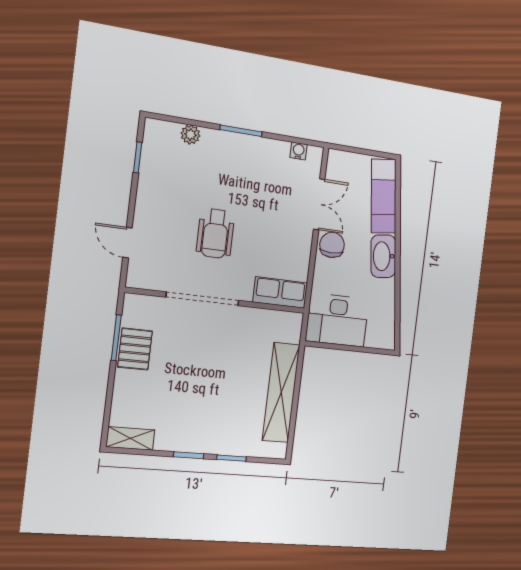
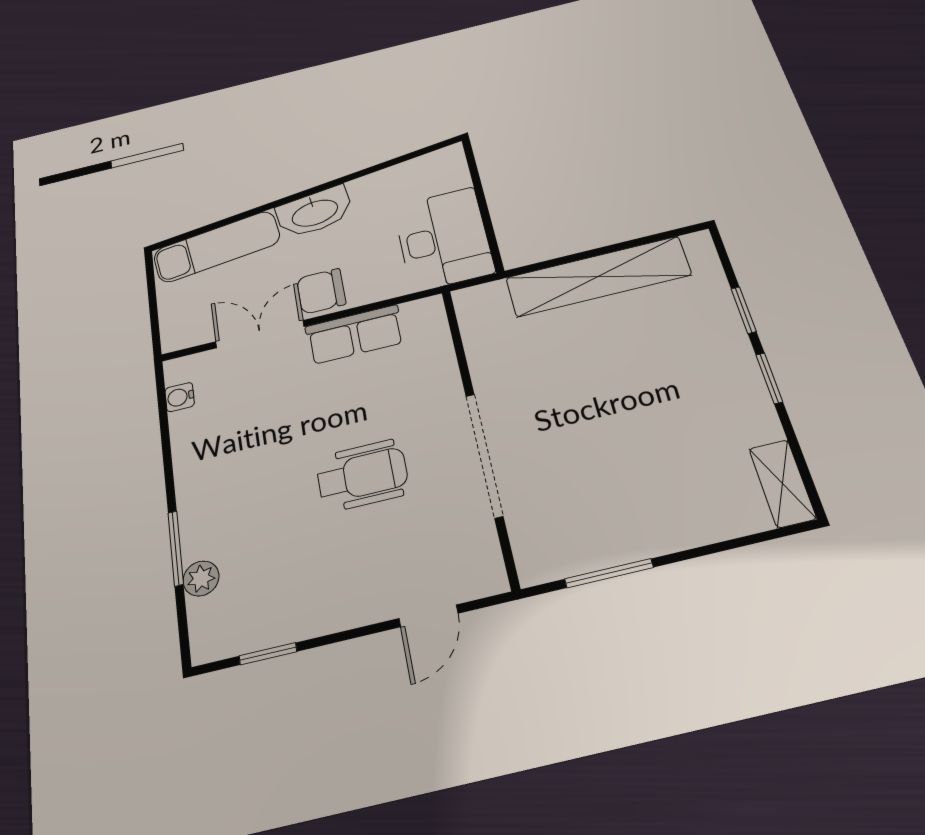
window: (241, 131) -> (176, 548), moved
row of seats: (280, 293) -> (355, 335), moved, turned -90
pallet: (135, 349) -> (617, 534), removed

